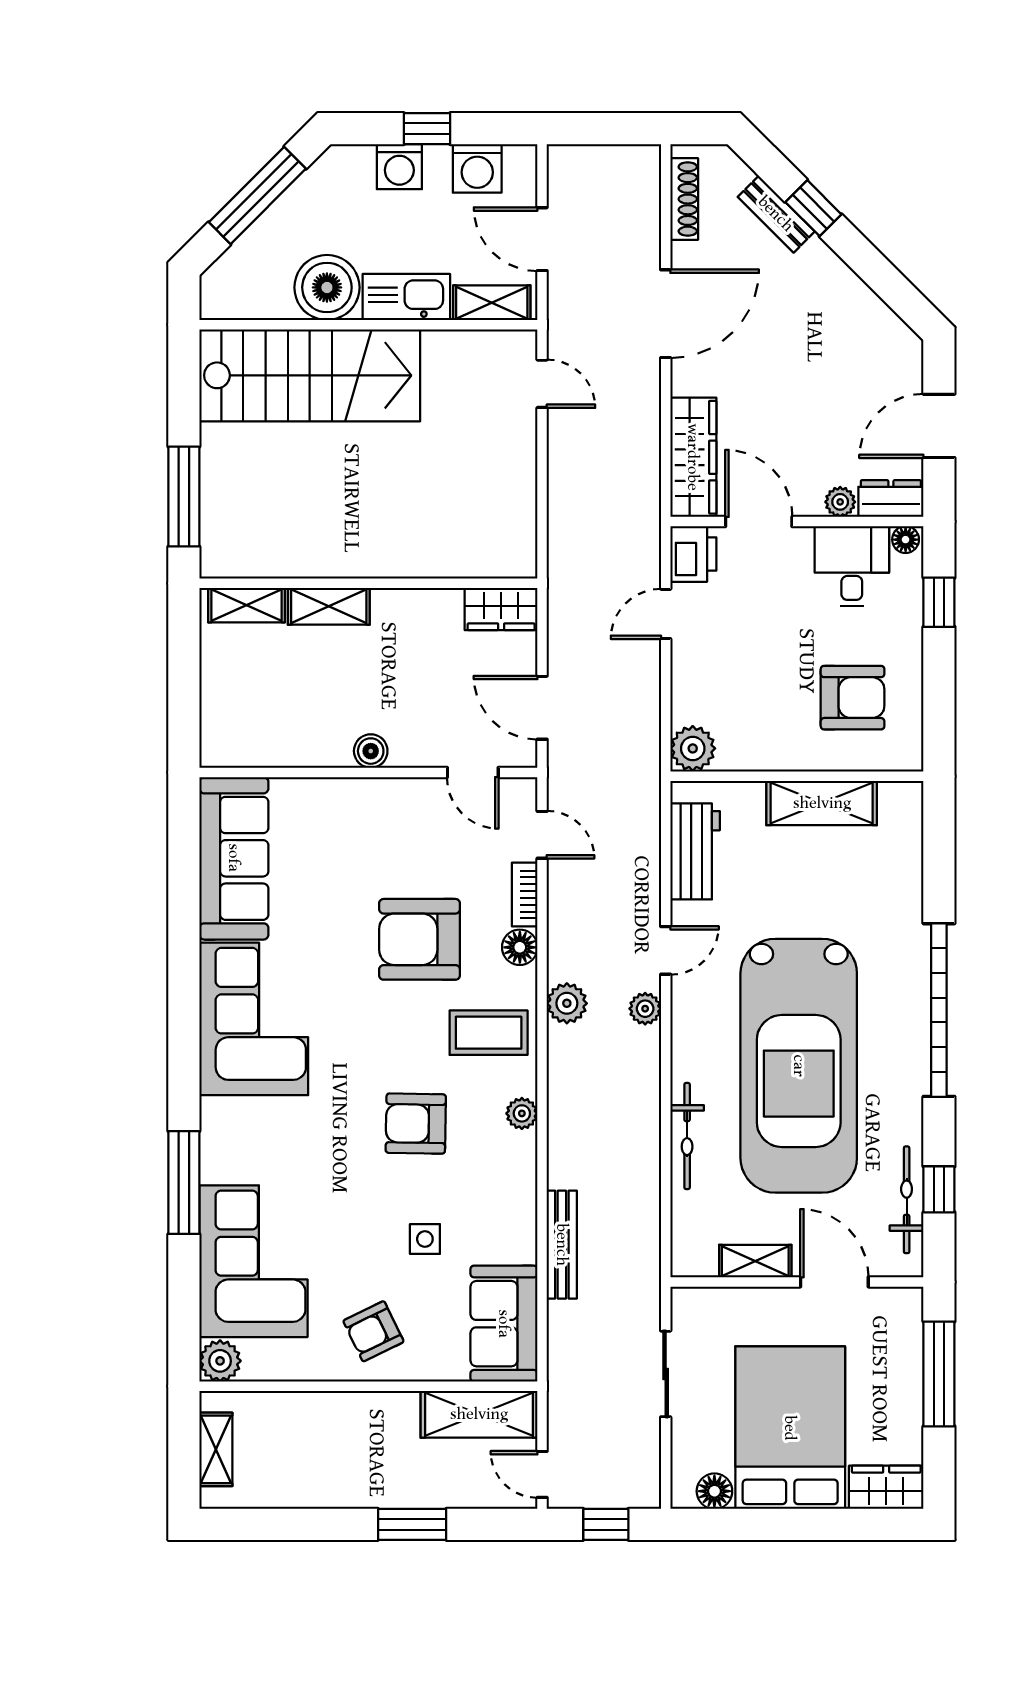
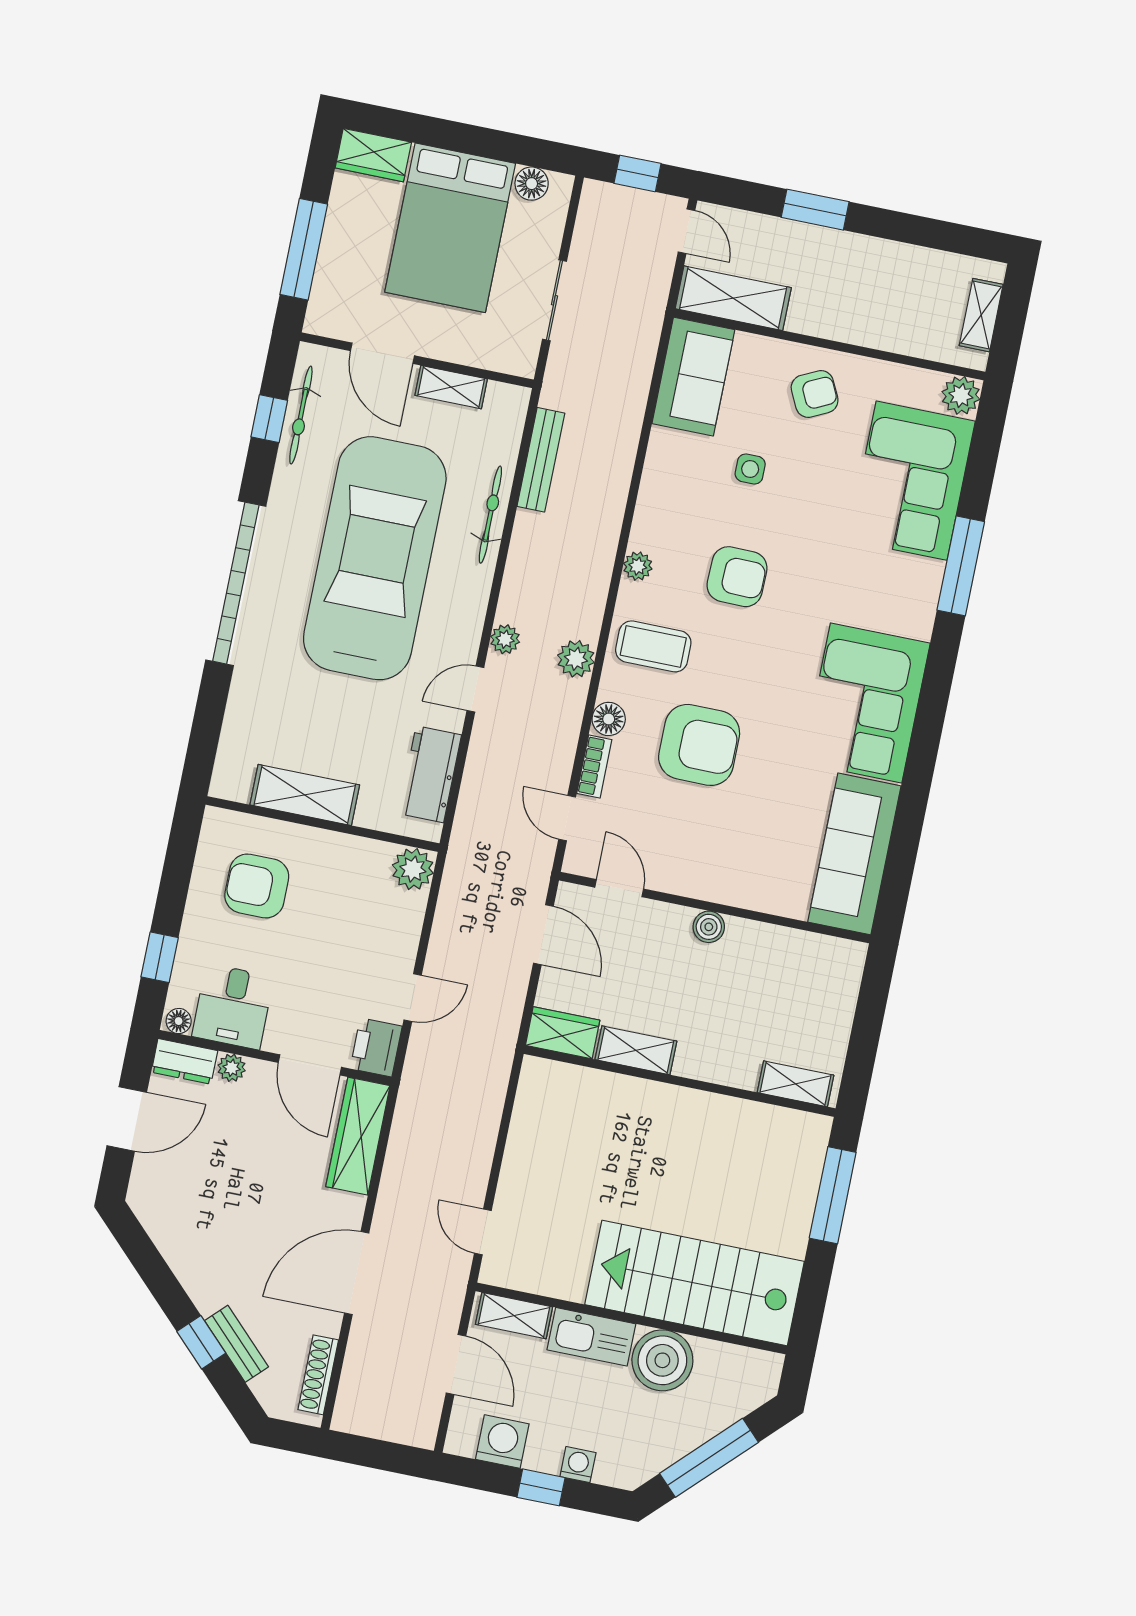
washing machine: (399, 167) -> (578, 1465), width x0.73, depth x0.73
shelving: (329, 606) -> (636, 1050), moved
bench: (562, 1245) -> (541, 460), moved

